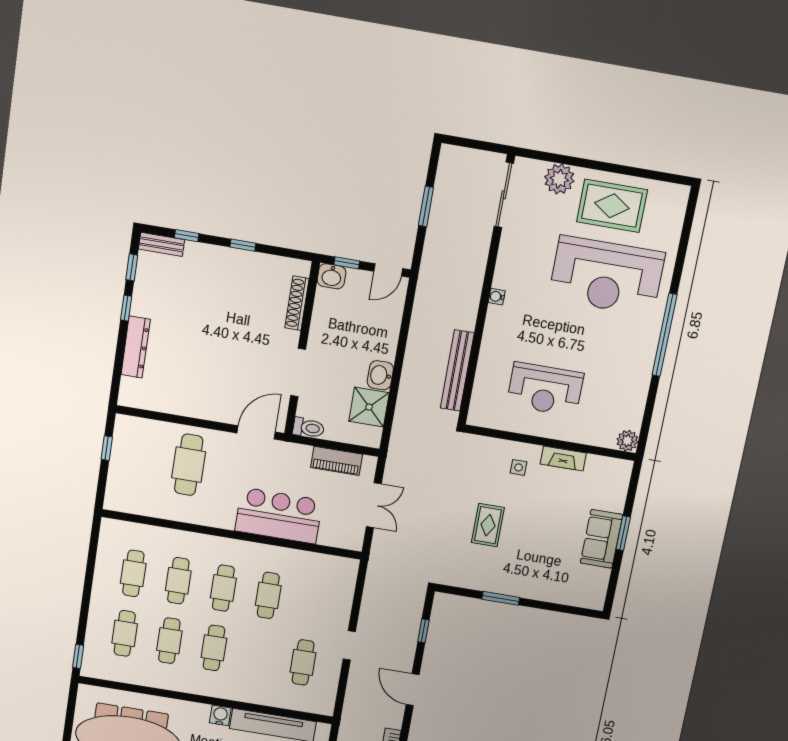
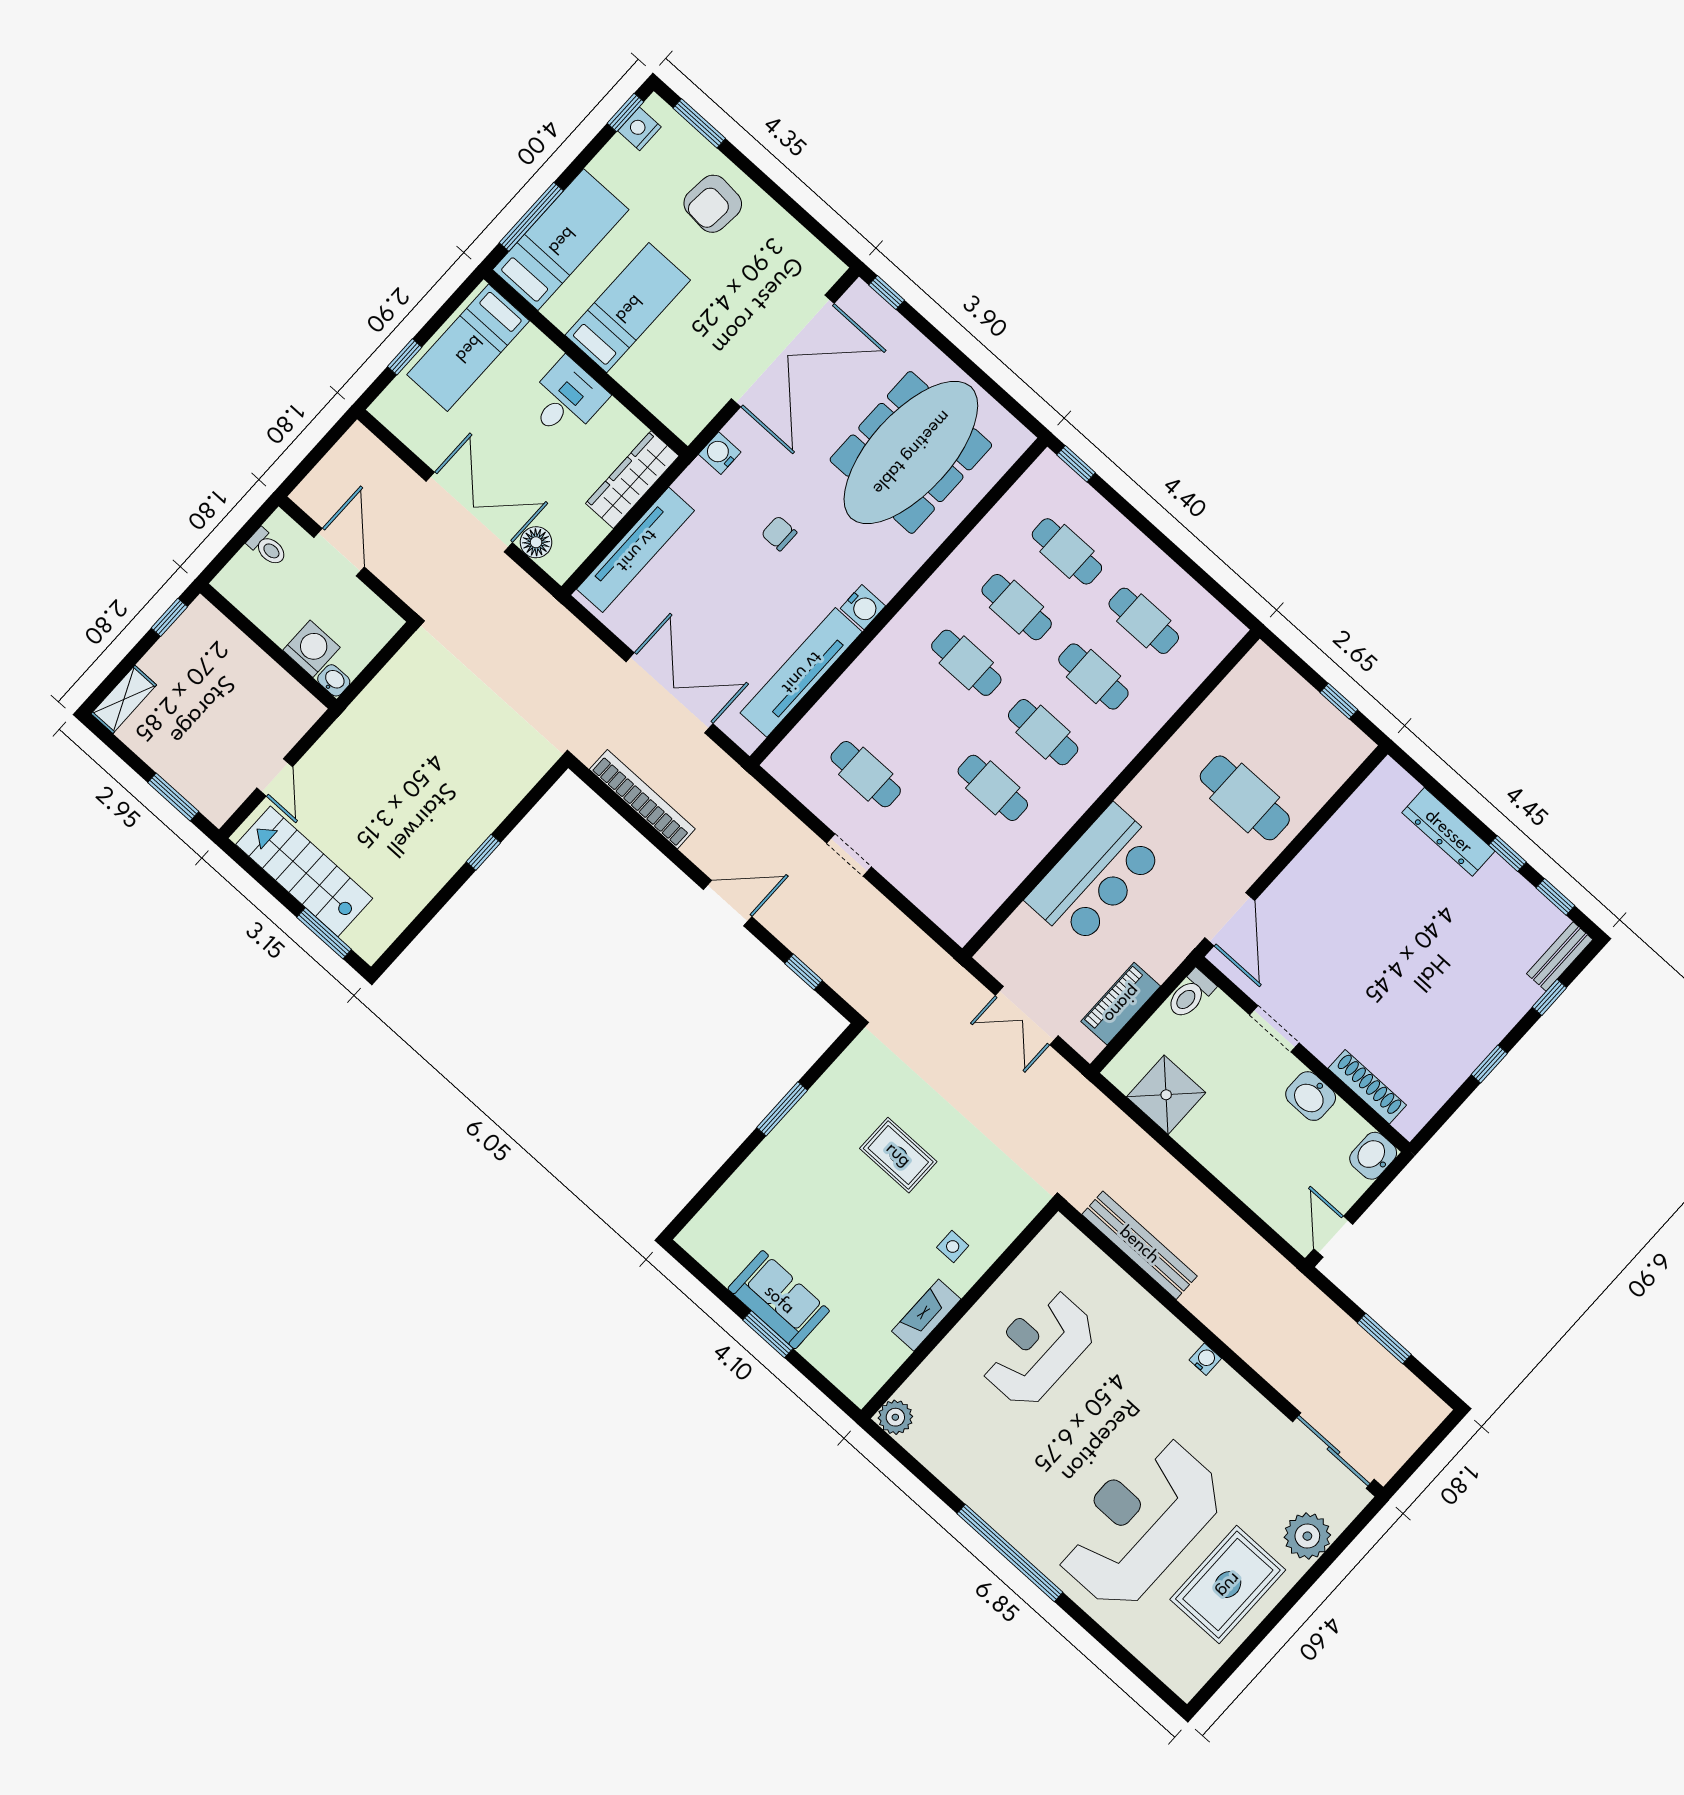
window: (347, 263) -> (1378, 1187), removed
doorway: (298, 372) -> (1274, 1029), width x0.73
washbasin: (380, 375) -> (1311, 1096), moved, turned 180

